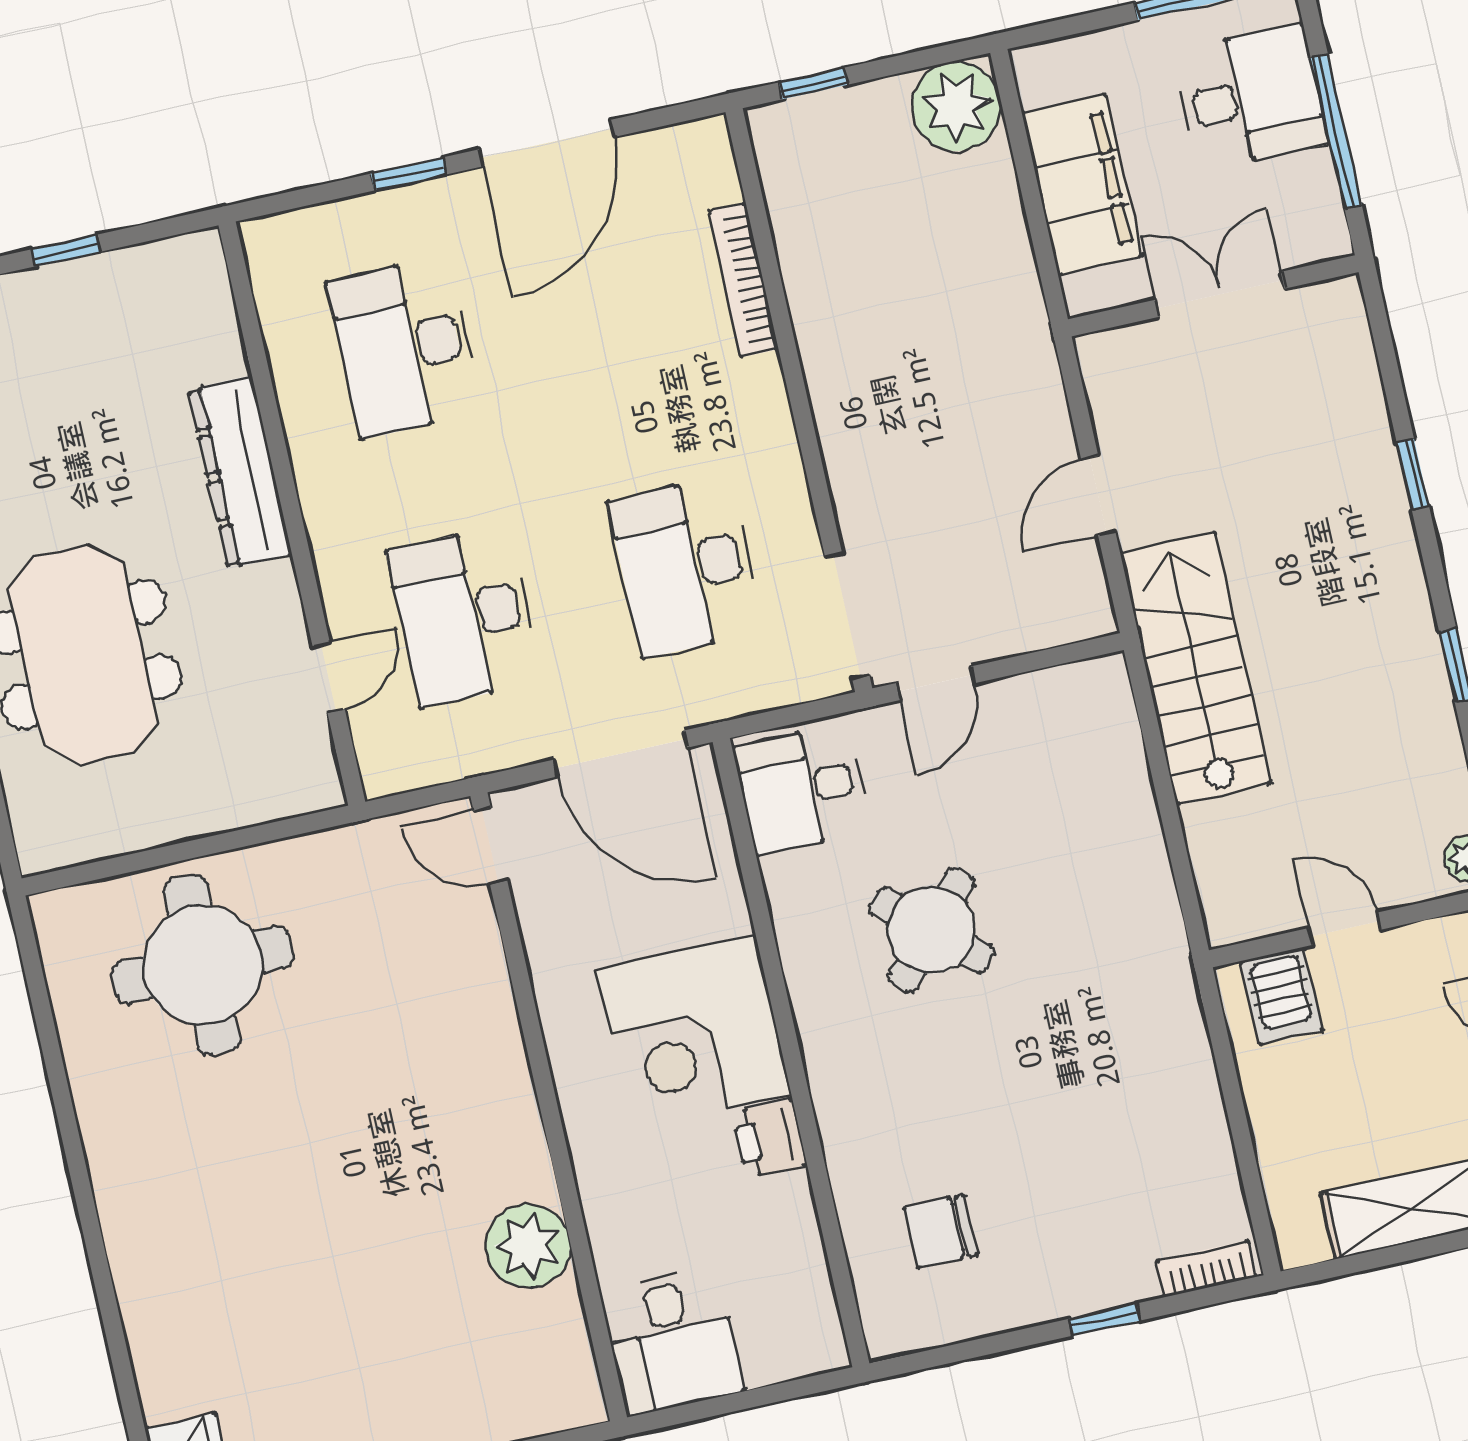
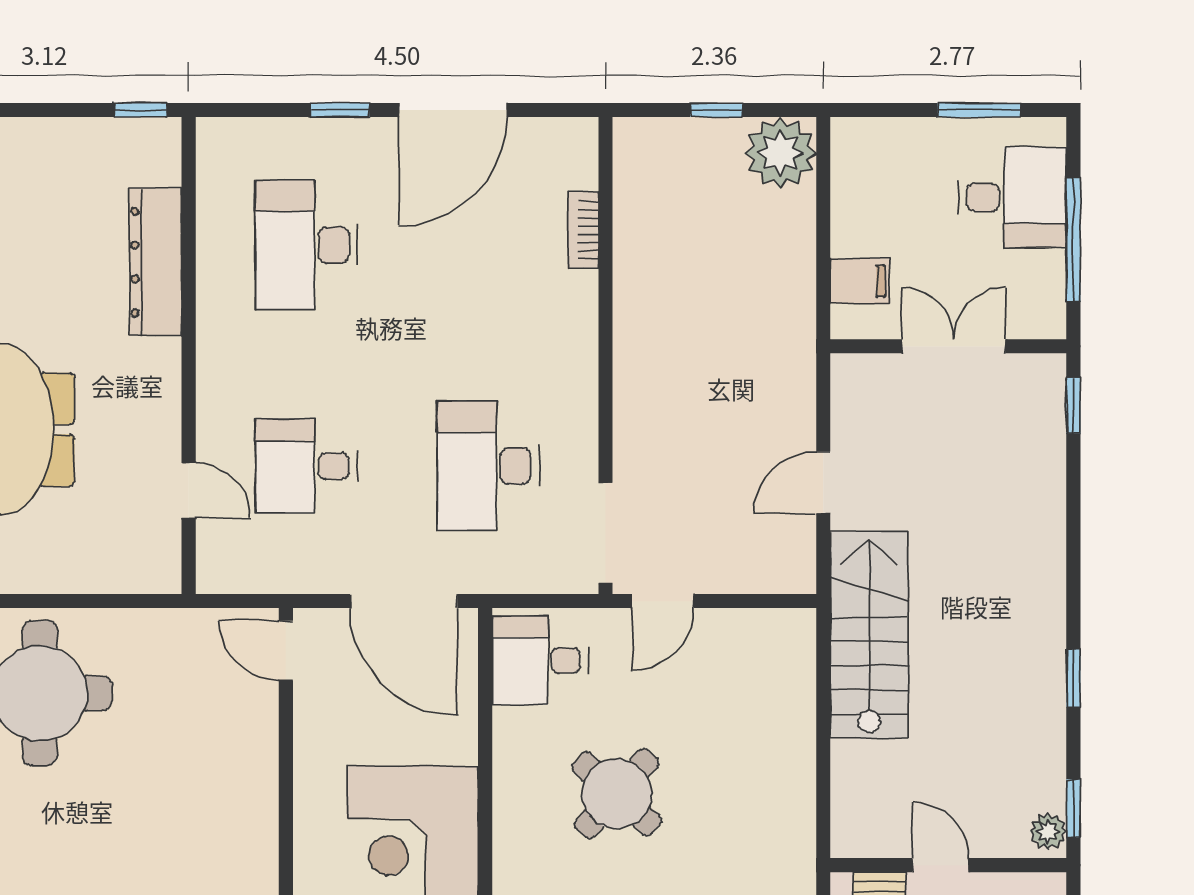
window: (813, 84) -> (716, 110), moved
filing cabinet: (1082, 185) -> (860, 281), width x0.33, depth x0.86
window: (66, 251) -> (141, 110), moved
bookcase: (743, 280) -> (583, 230), width x0.64
dresser: (240, 472) -> (155, 262), moved
window: (1413, 474) -> (1073, 406), moved
desk: (465, 616) -> (306, 466), width x0.73
door: (329, 677) -> (189, 490), hinge flipped

